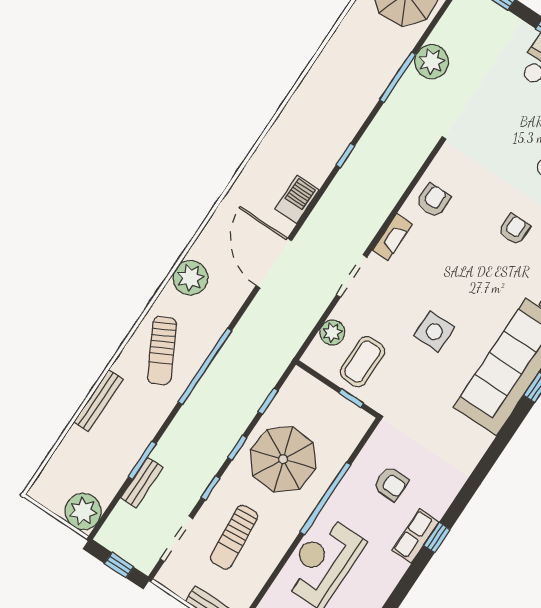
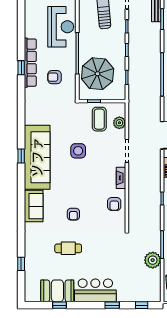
parasol: (283, 459) -> (98, 74), moved
row of seats: (416, 536) -> (30, 63), width x2.02

